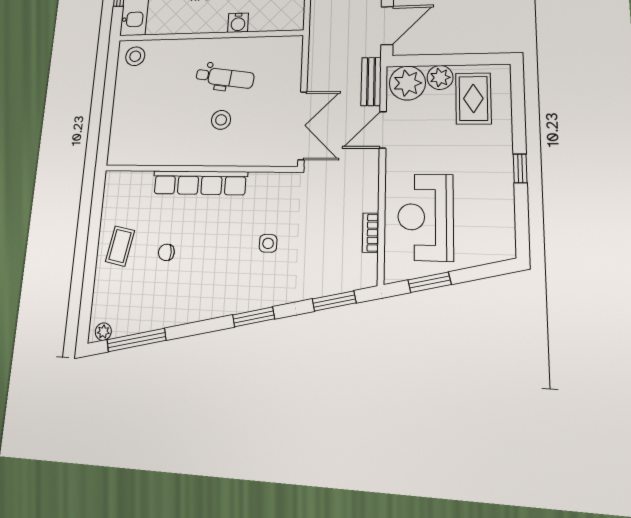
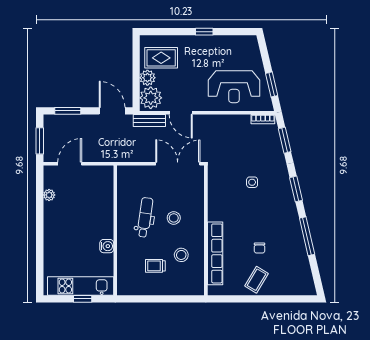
water cooler: (238, 23) -> (107, 246), moved
stool: (135, 56) -> (181, 255), moved
trolley: (154, 94) -> (155, 266), added
row of seats: (200, 183) -> (215, 253), moved
bookcase: (371, 233) -> (263, 119), moved
coffee table: (120, 246) -> (256, 280), turned -70
plant: (103, 332) -> (309, 285), removed
window: (136, 340) -> (307, 236), moved

